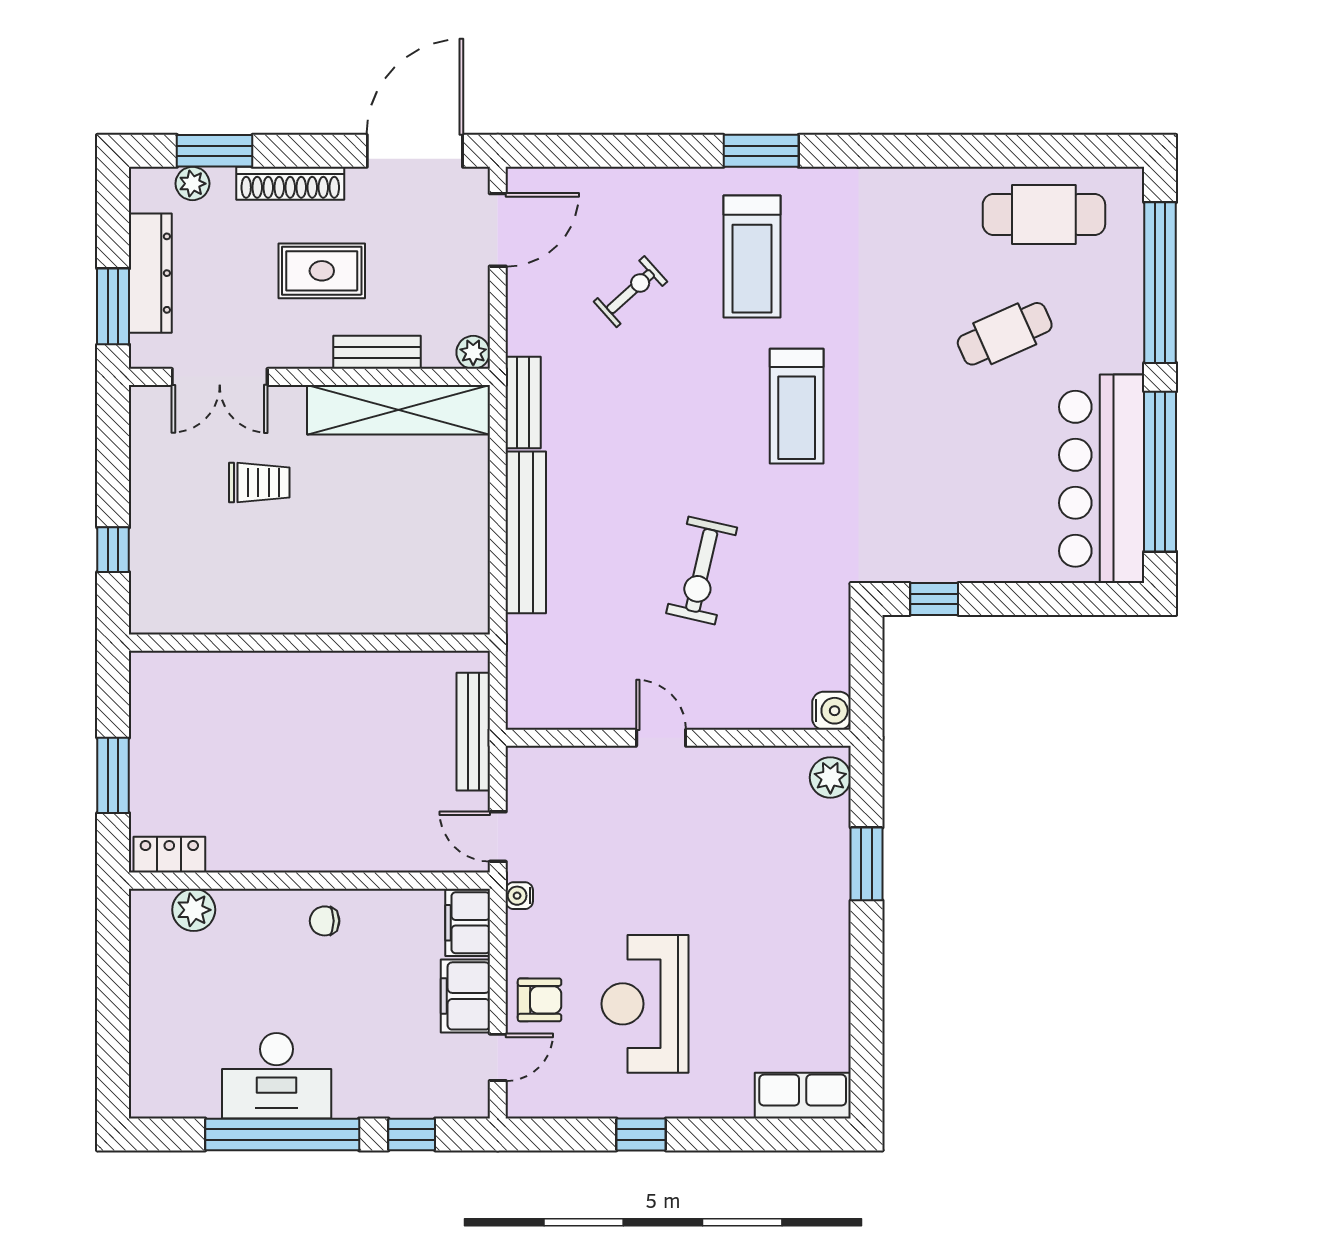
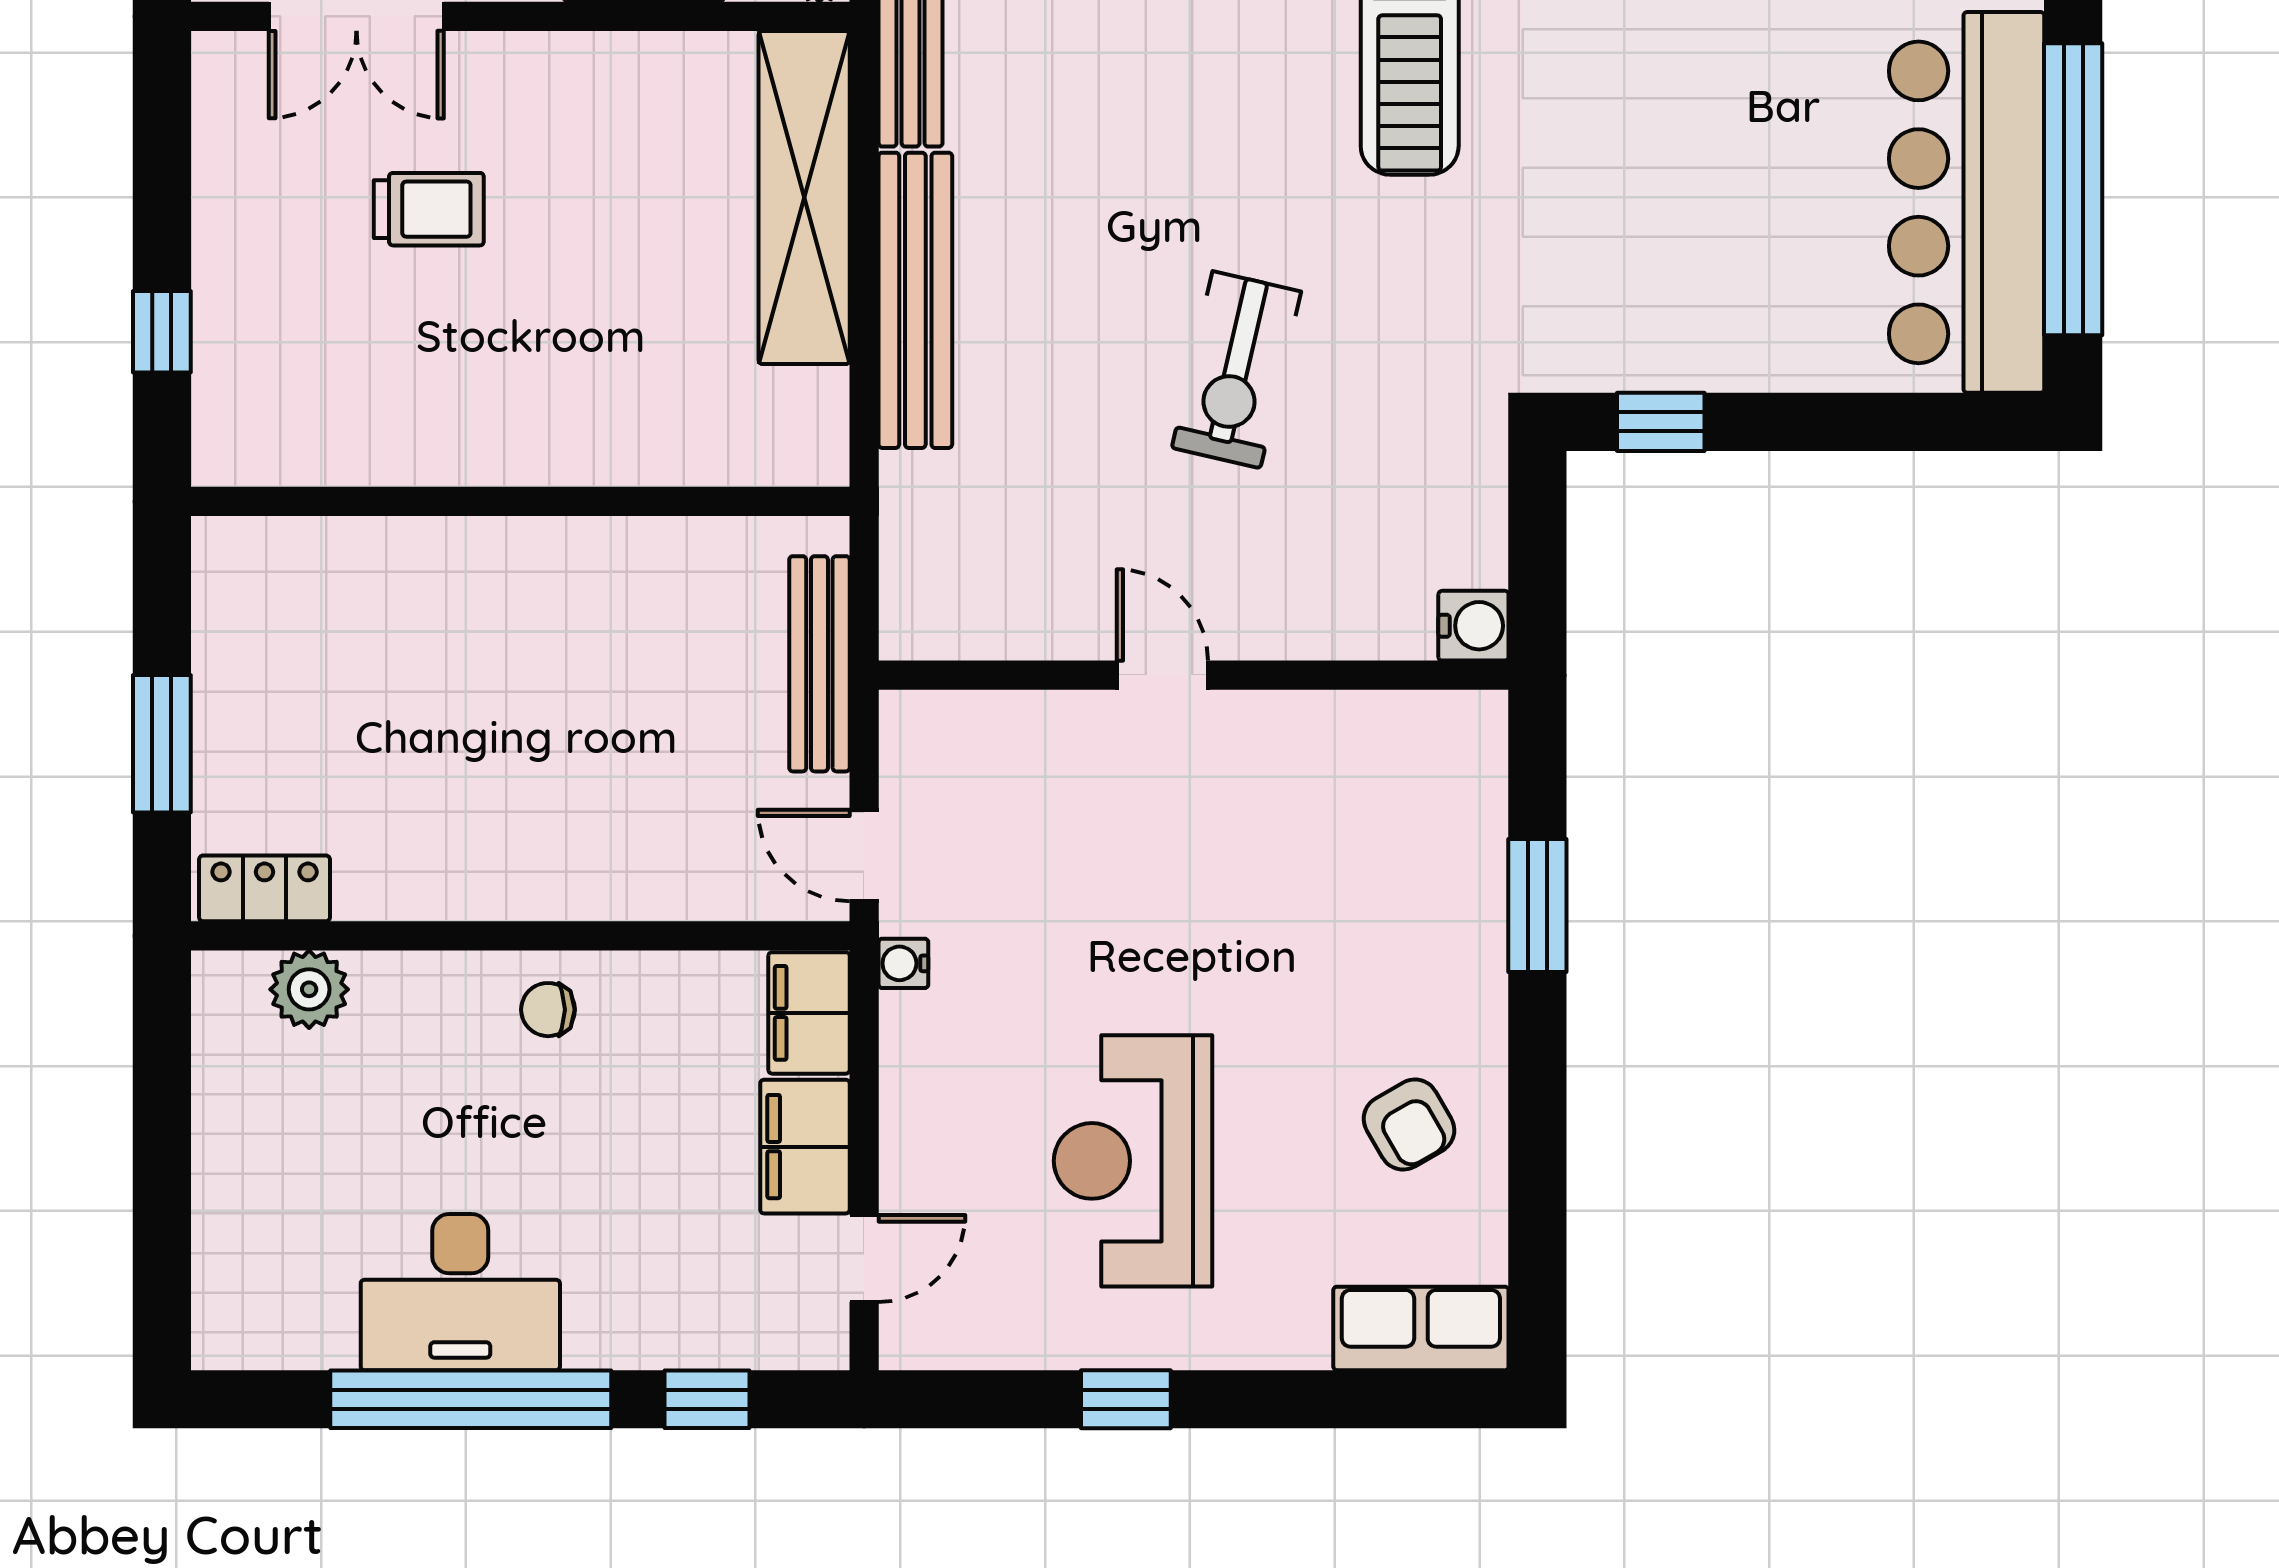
shelving: (398, 410) -> (804, 198), moved, turned 90
plant: (830, 778) -> (1471, 748), removed
armchair: (540, 1000) -> (1409, 1125), moved, turned 60

